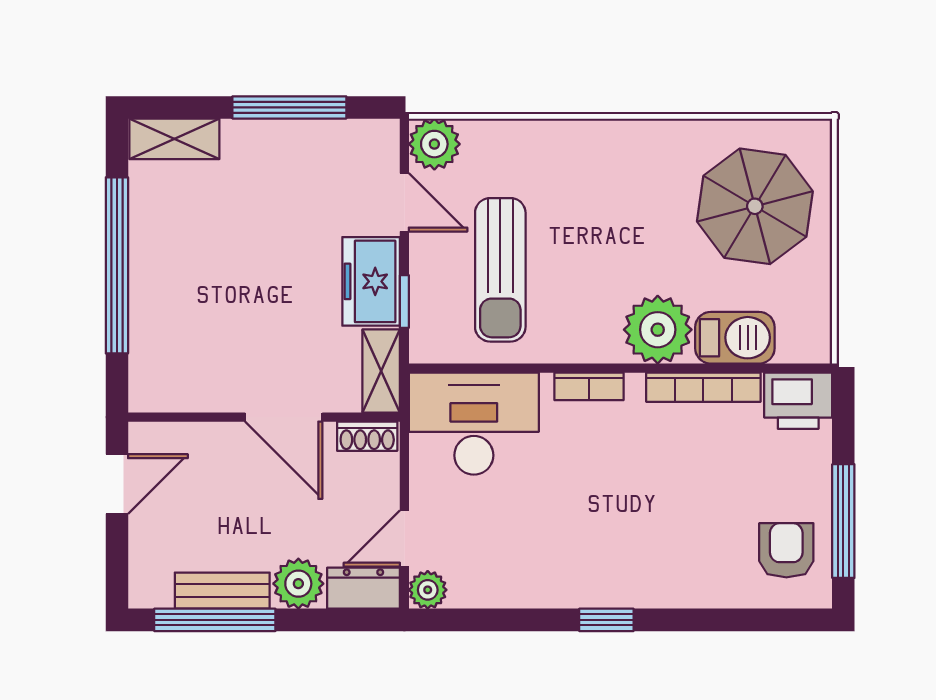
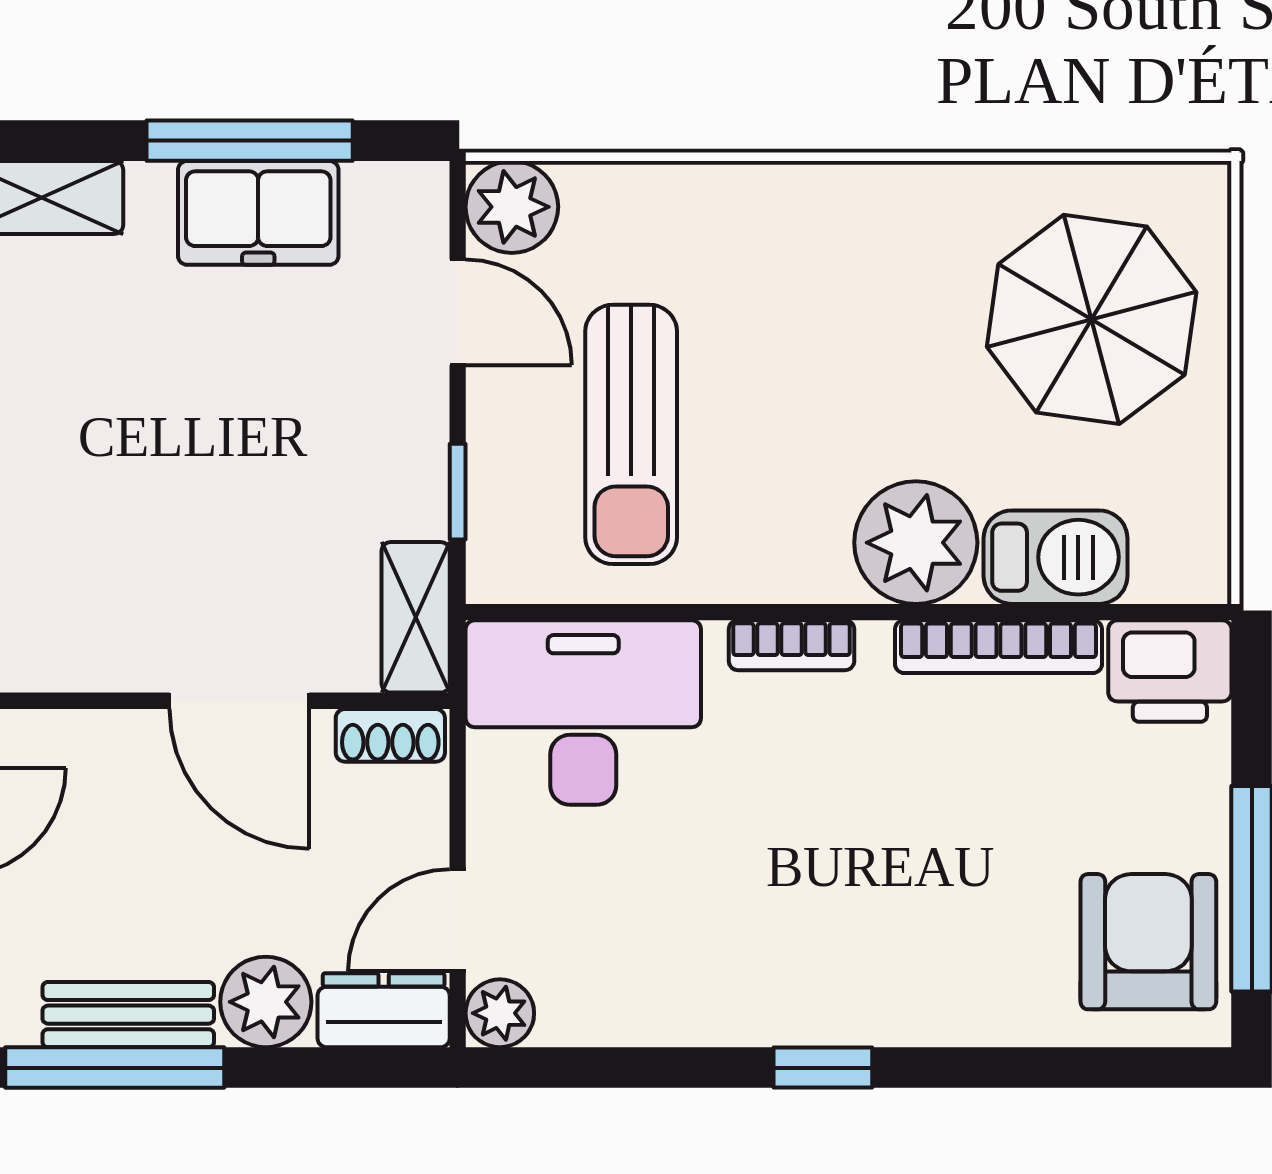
freezer: (371, 281) -> (258, 213), moved, turned -90
armchair: (786, 550) -> (1148, 942), width x1.38, depth x1.38

